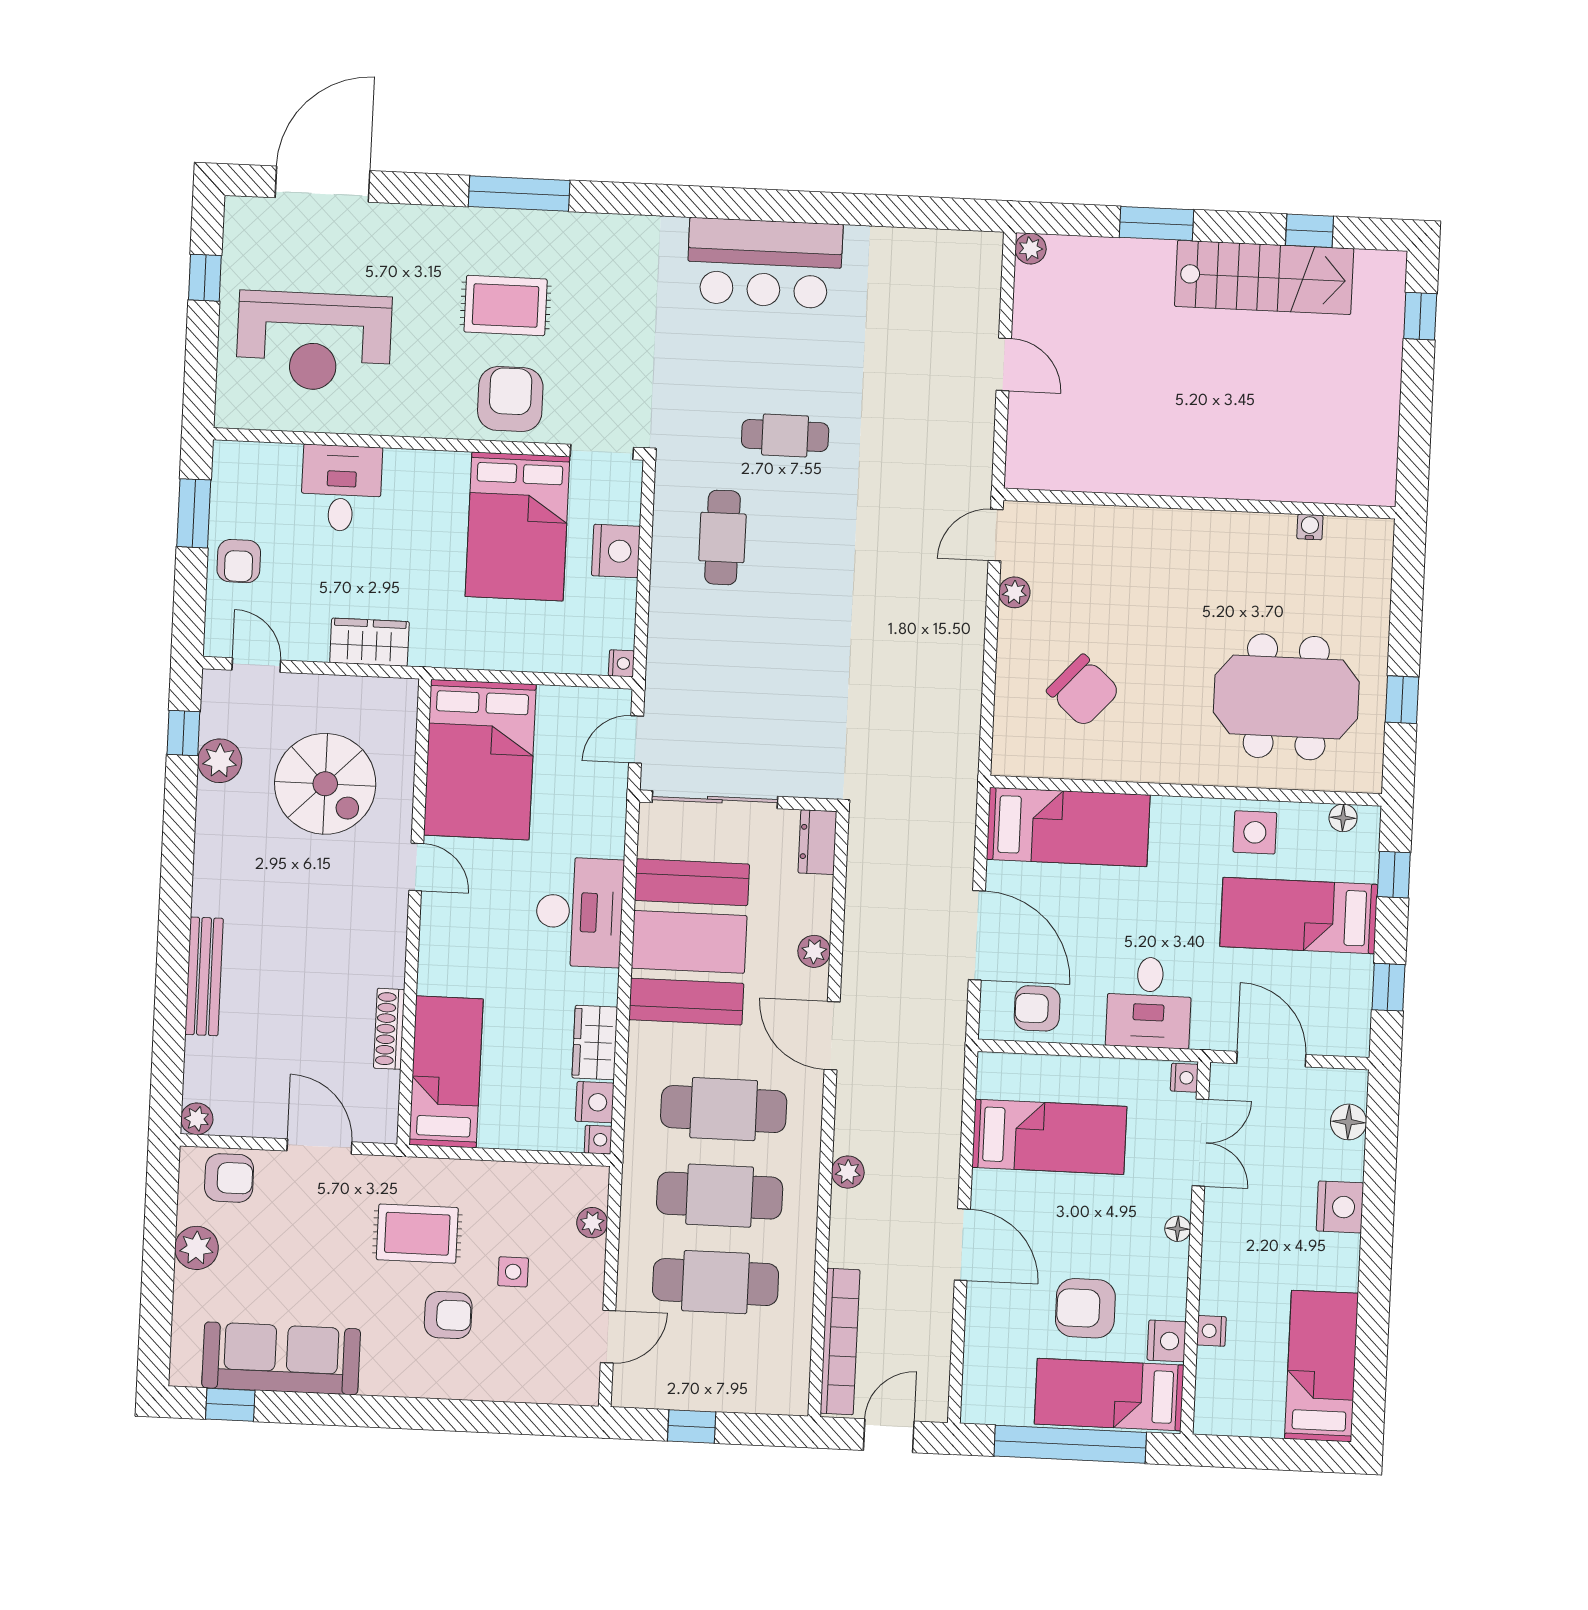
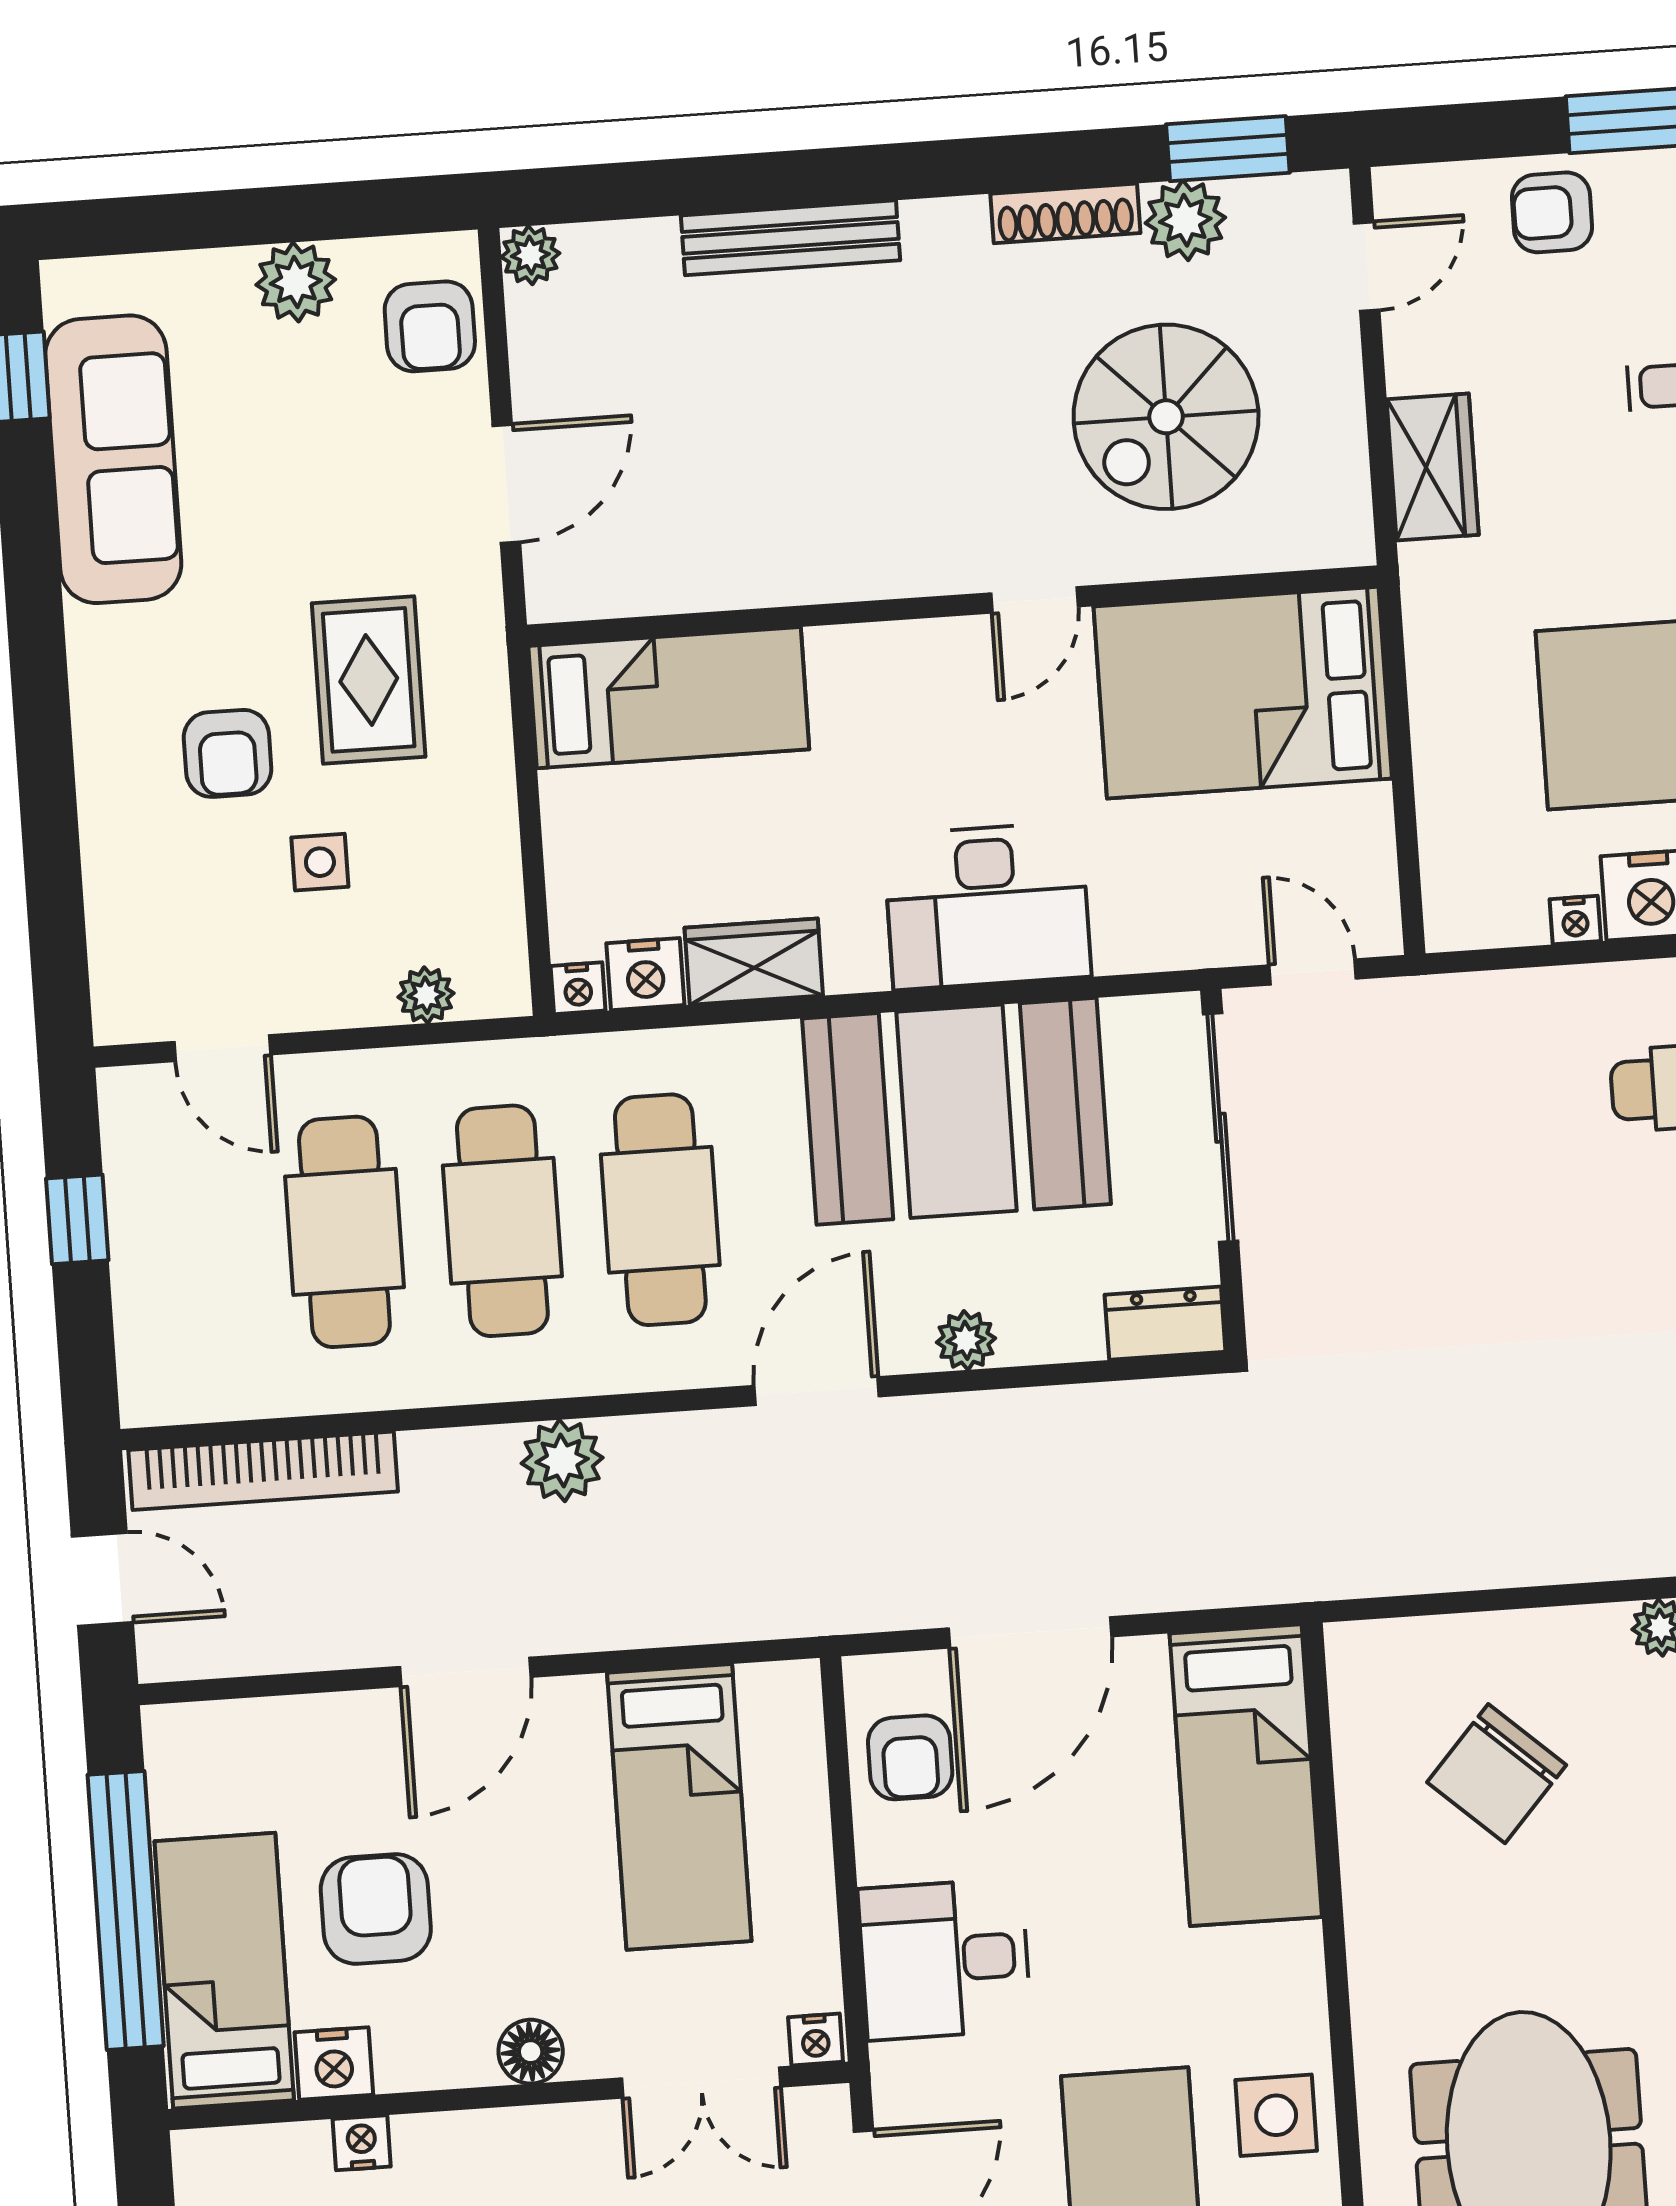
nightstand: (621, 663) -> (1575, 920), moved
window: (183, 733) -> (1228, 149), width x1.50
armchair: (1037, 1008) -> (910, 1757), turned 180
shoe rack: (389, 1029) -> (1065, 213), moved, turned 180
plant: (848, 1172) -> (562, 1461), width x1.38, depth x1.38
floor lamp: (1178, 1229) -> (531, 2052), width x1.37, depth x1.37

